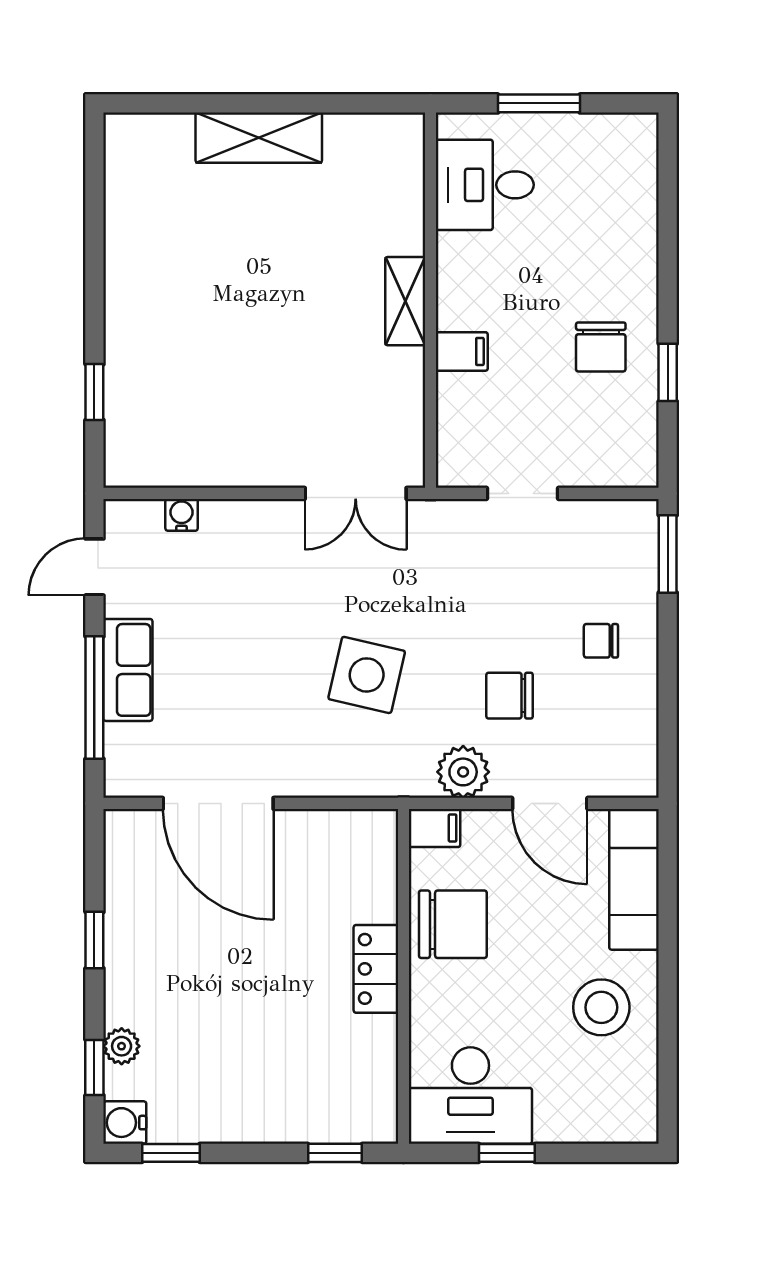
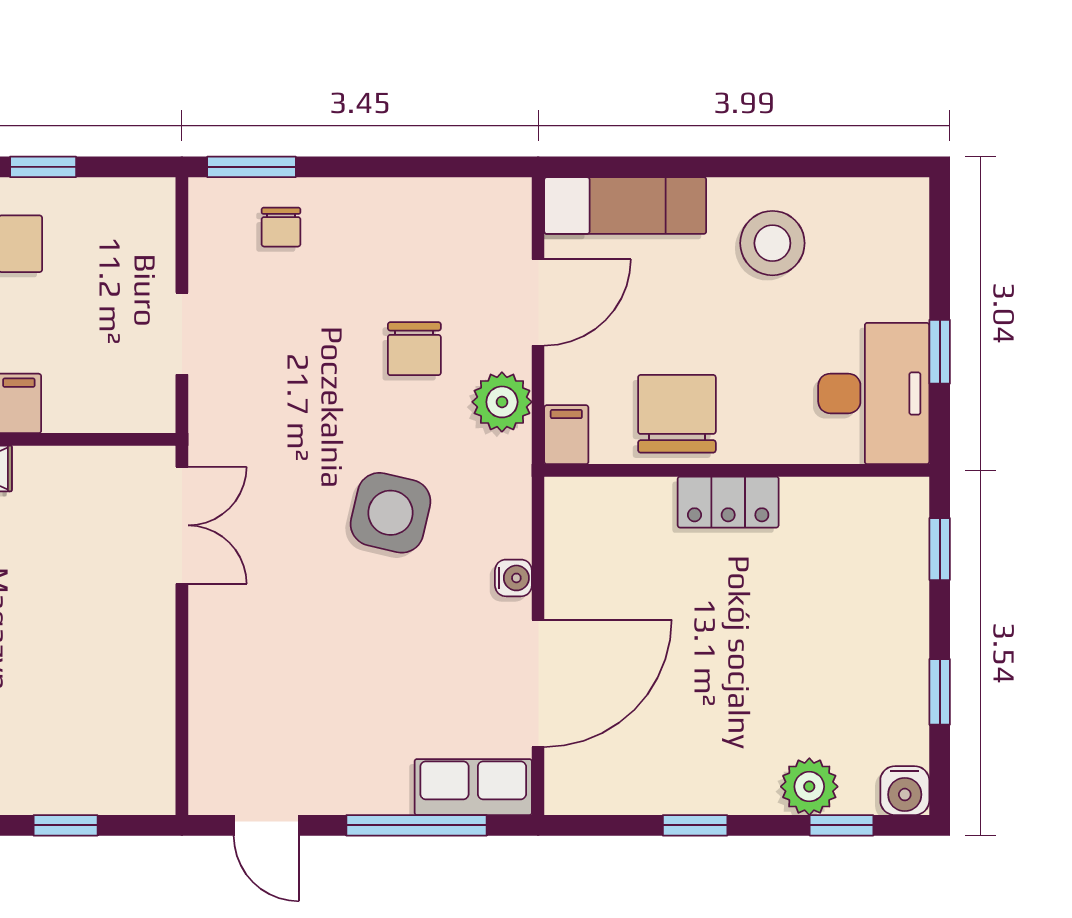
water cooler: (182, 515) -> (513, 578), moved, turned 180
chair: (601, 641) -> (281, 227), moved
row of seats: (128, 670) -> (473, 787), moved
plant: (122, 1046) -> (809, 787), width x1.38, depth x1.38
window: (171, 1153) -> (940, 692), moved

